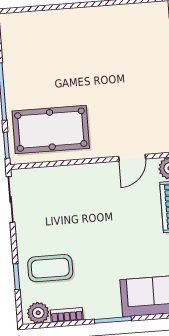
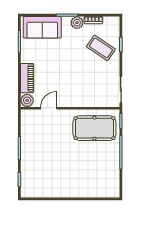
coffee table: (50, 268) -> (101, 48), turned 34
plant: (38, 313) -> (77, 23), moved

